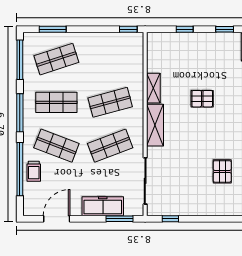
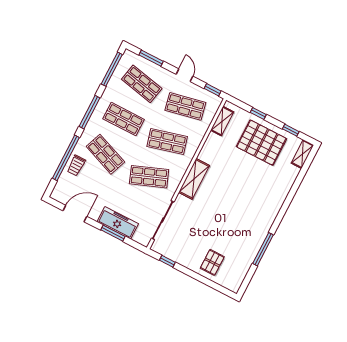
door: (94, 29) -> (184, 75), added
shop shelf: (56, 59) -> (142, 84), turned 30
shop shelf: (110, 59) -> (185, 106), added
shelving: (153, 88) -> (222, 121), moved
pallet: (202, 99) -> (261, 143), moved, width x2.05, depth x2.00
pallet: (222, 171) -> (212, 262), moved
window: (119, 219) -> (113, 233), moved

